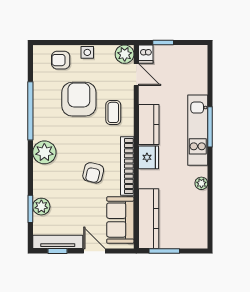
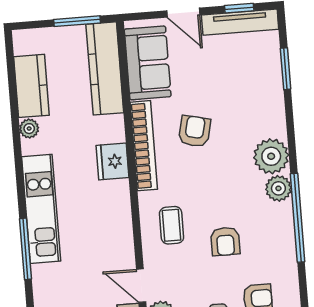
armchair: (79, 99) -> (225, 241), width x0.53, depth x0.53
kitchen counter: (149, 124) -> (31, 86), moved, turned 180
window: (210, 127) -> (25, 249), moved
plant: (41, 207) -> (278, 188), moved

